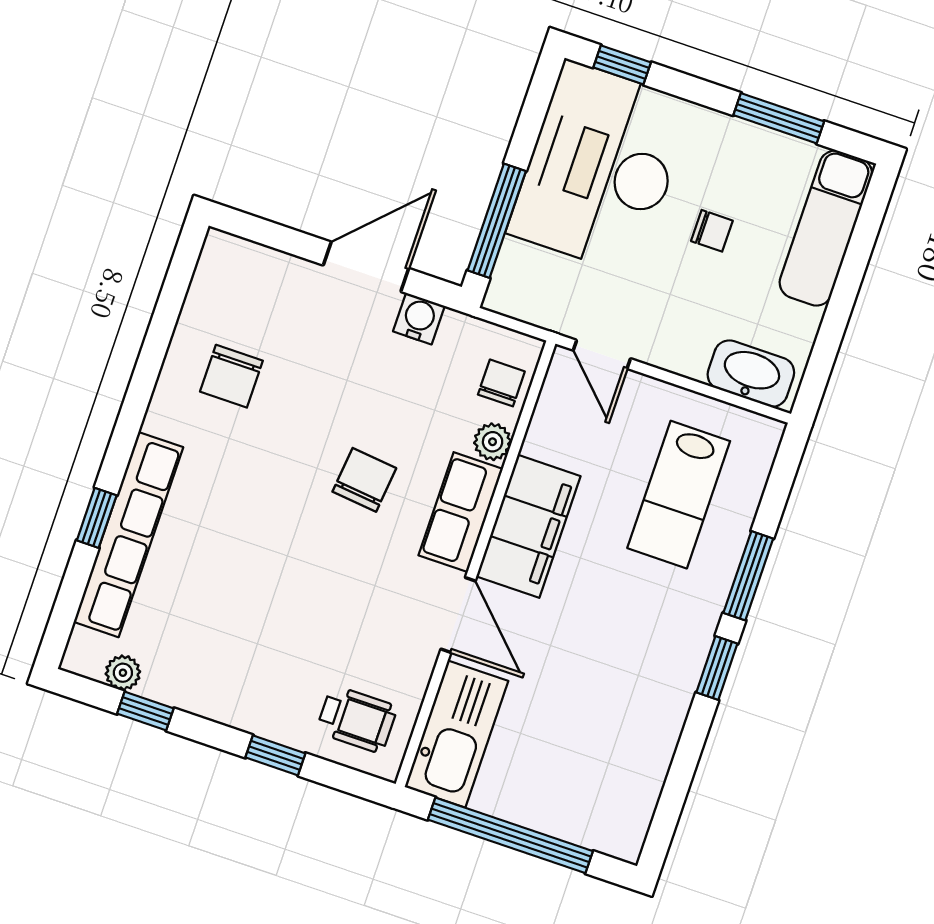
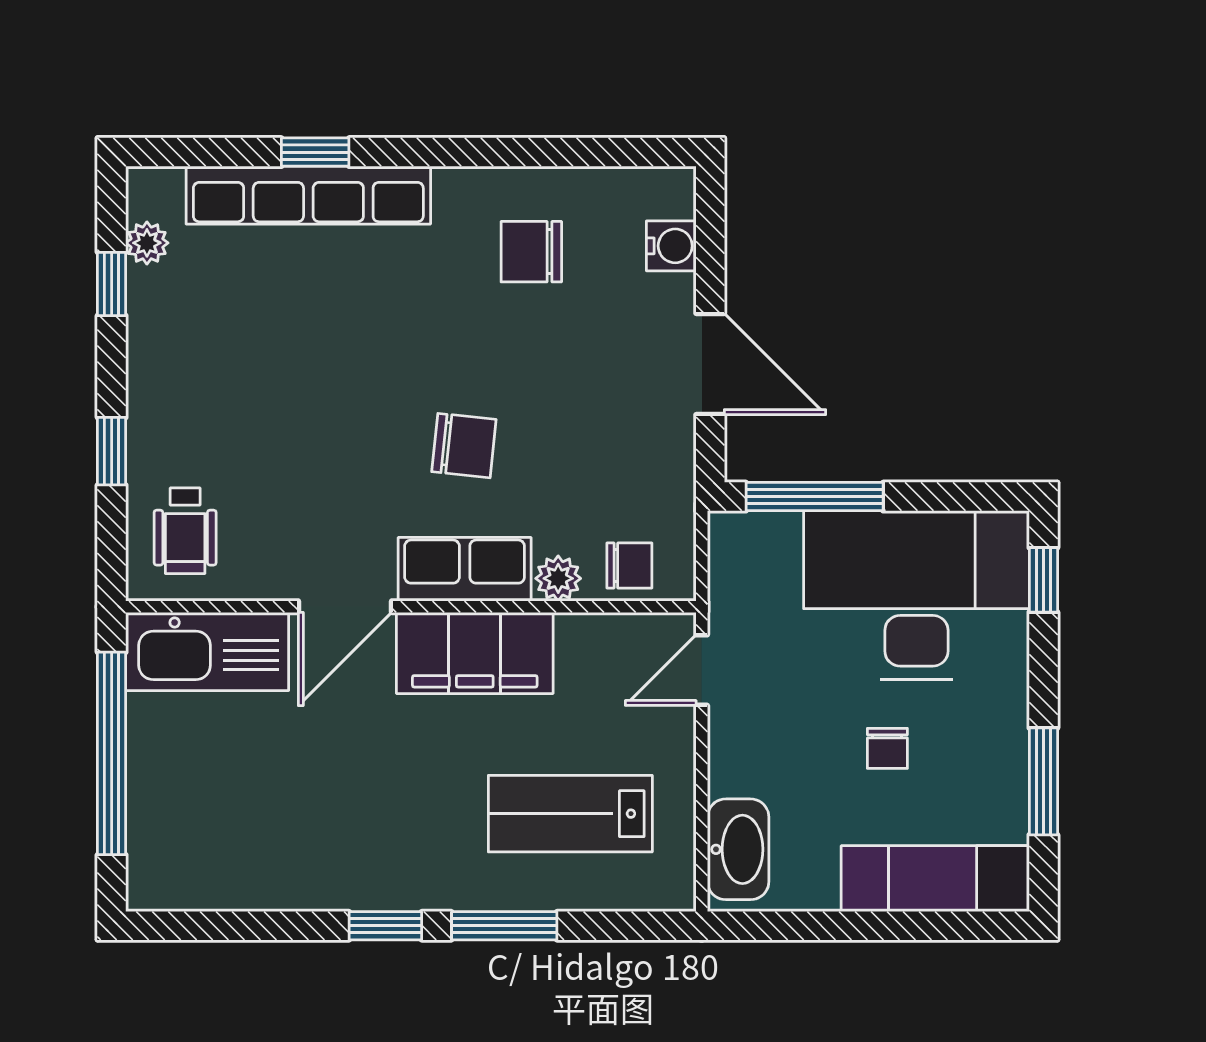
water cooler: (419, 319) -> (671, 246), moved

